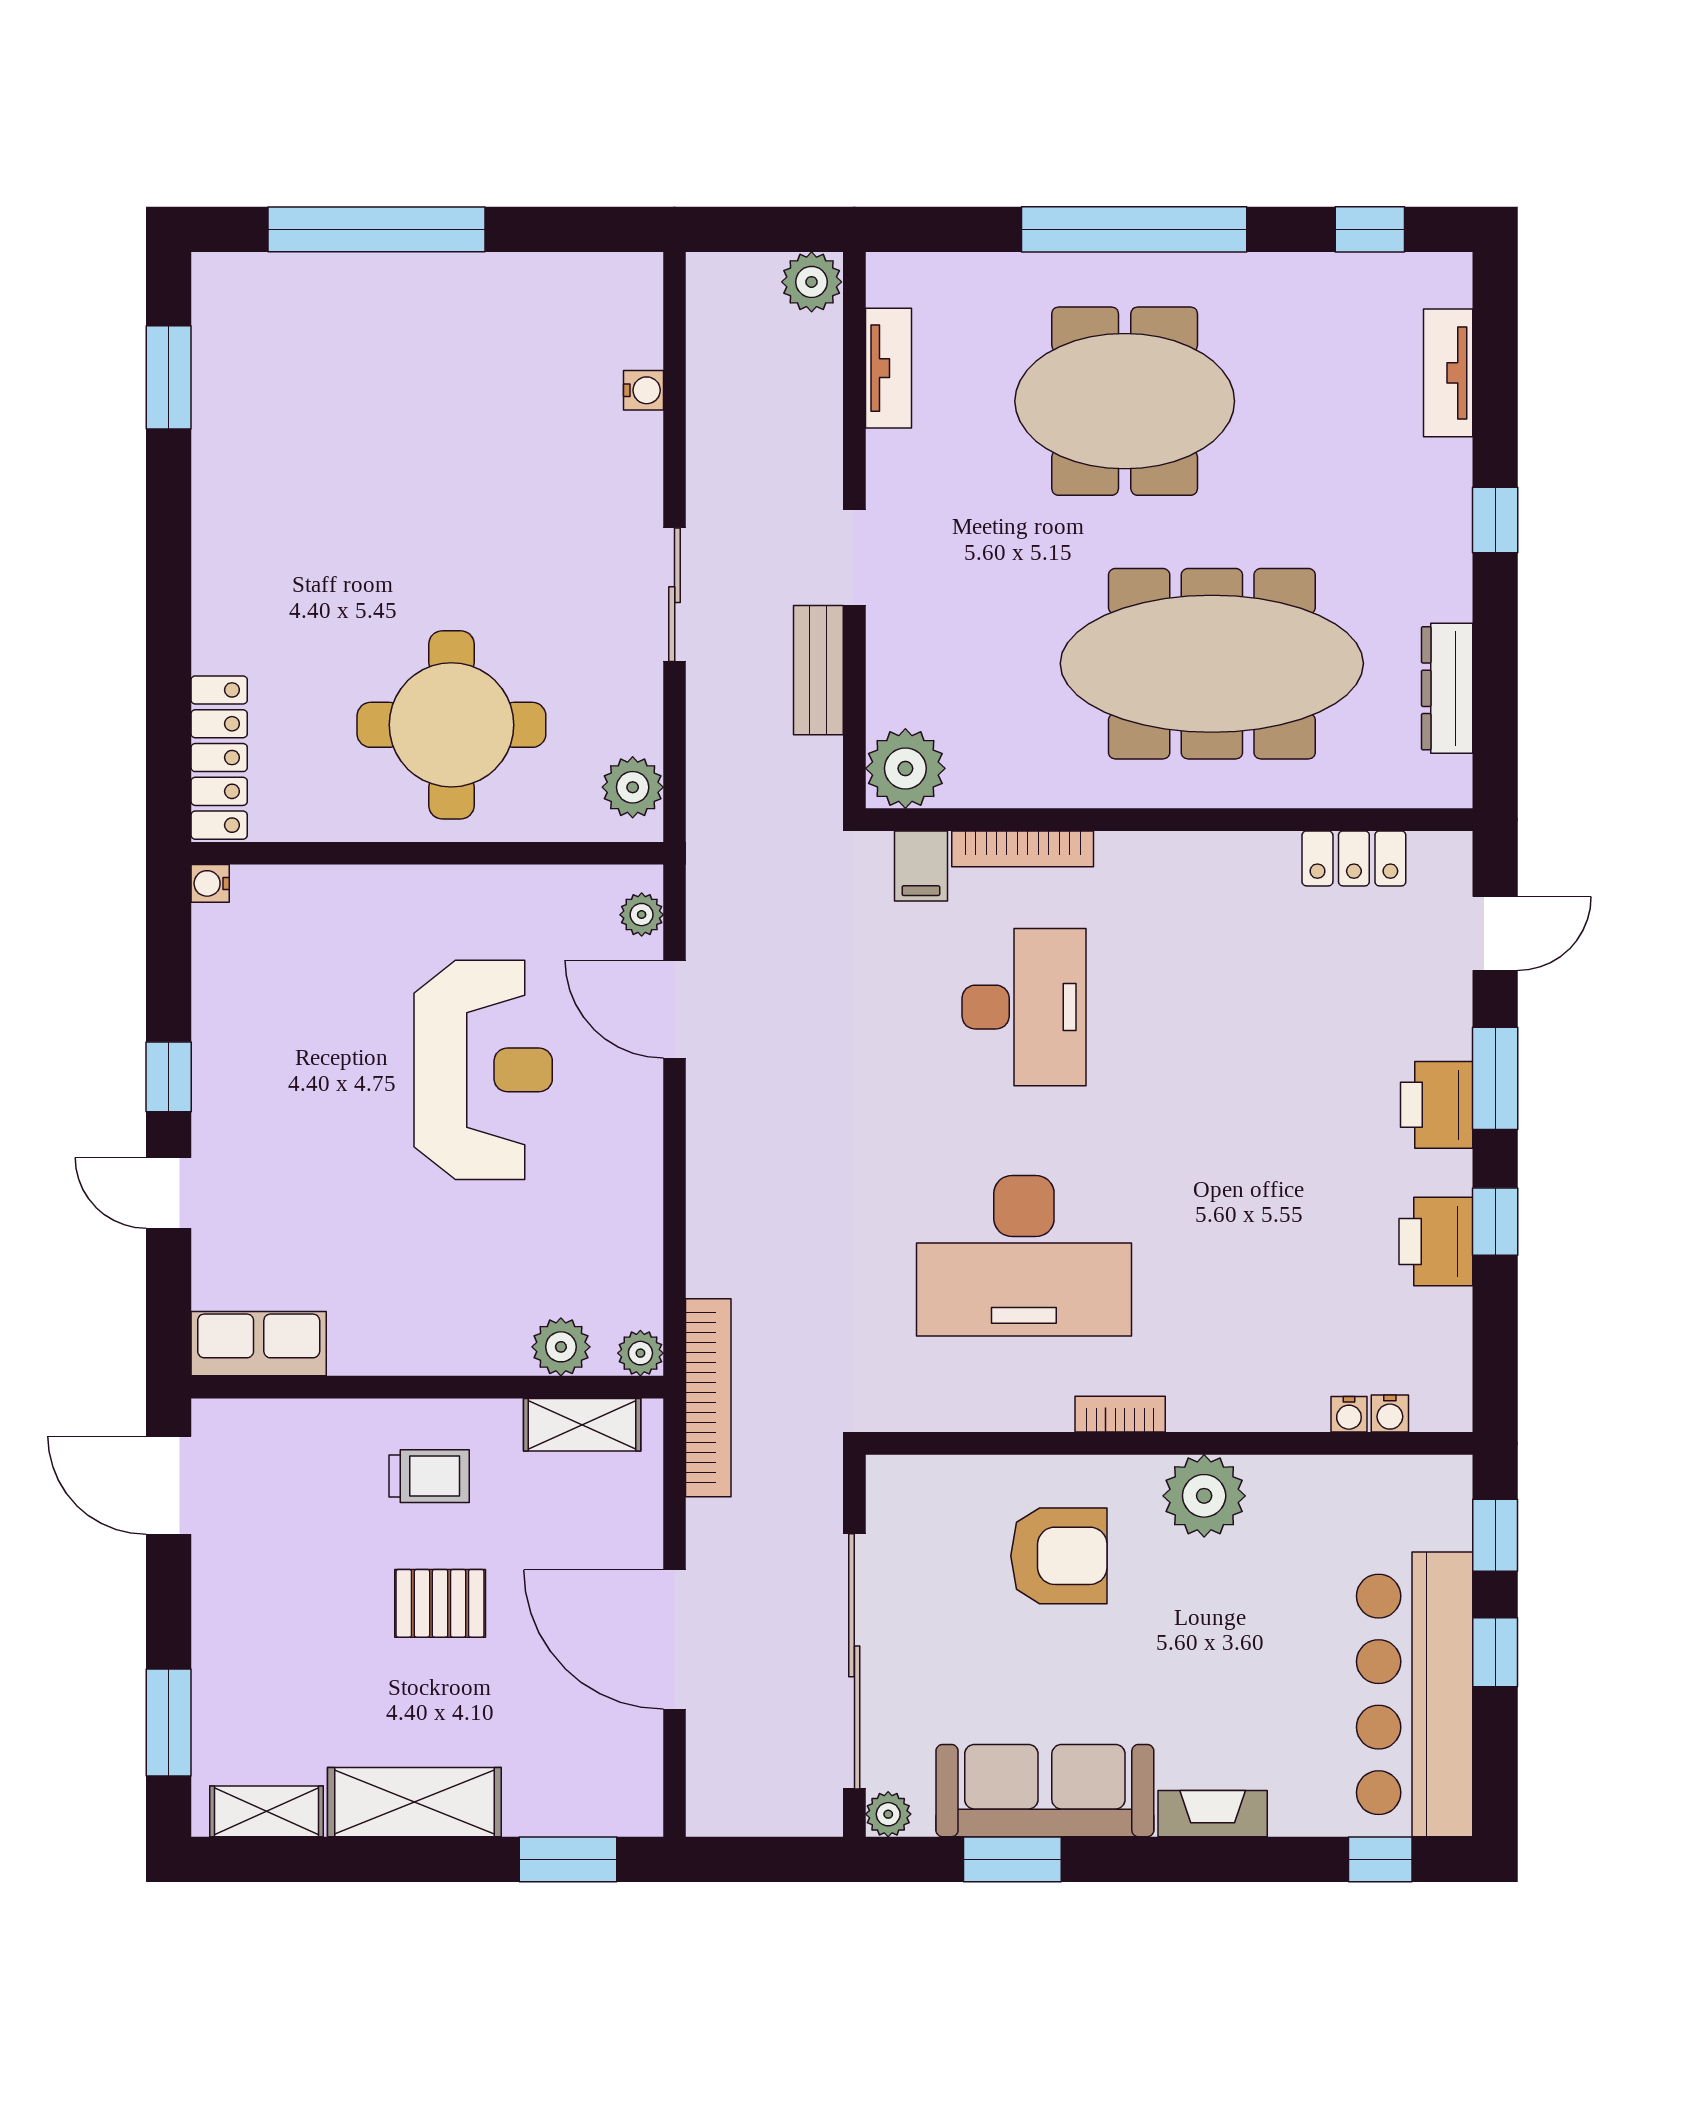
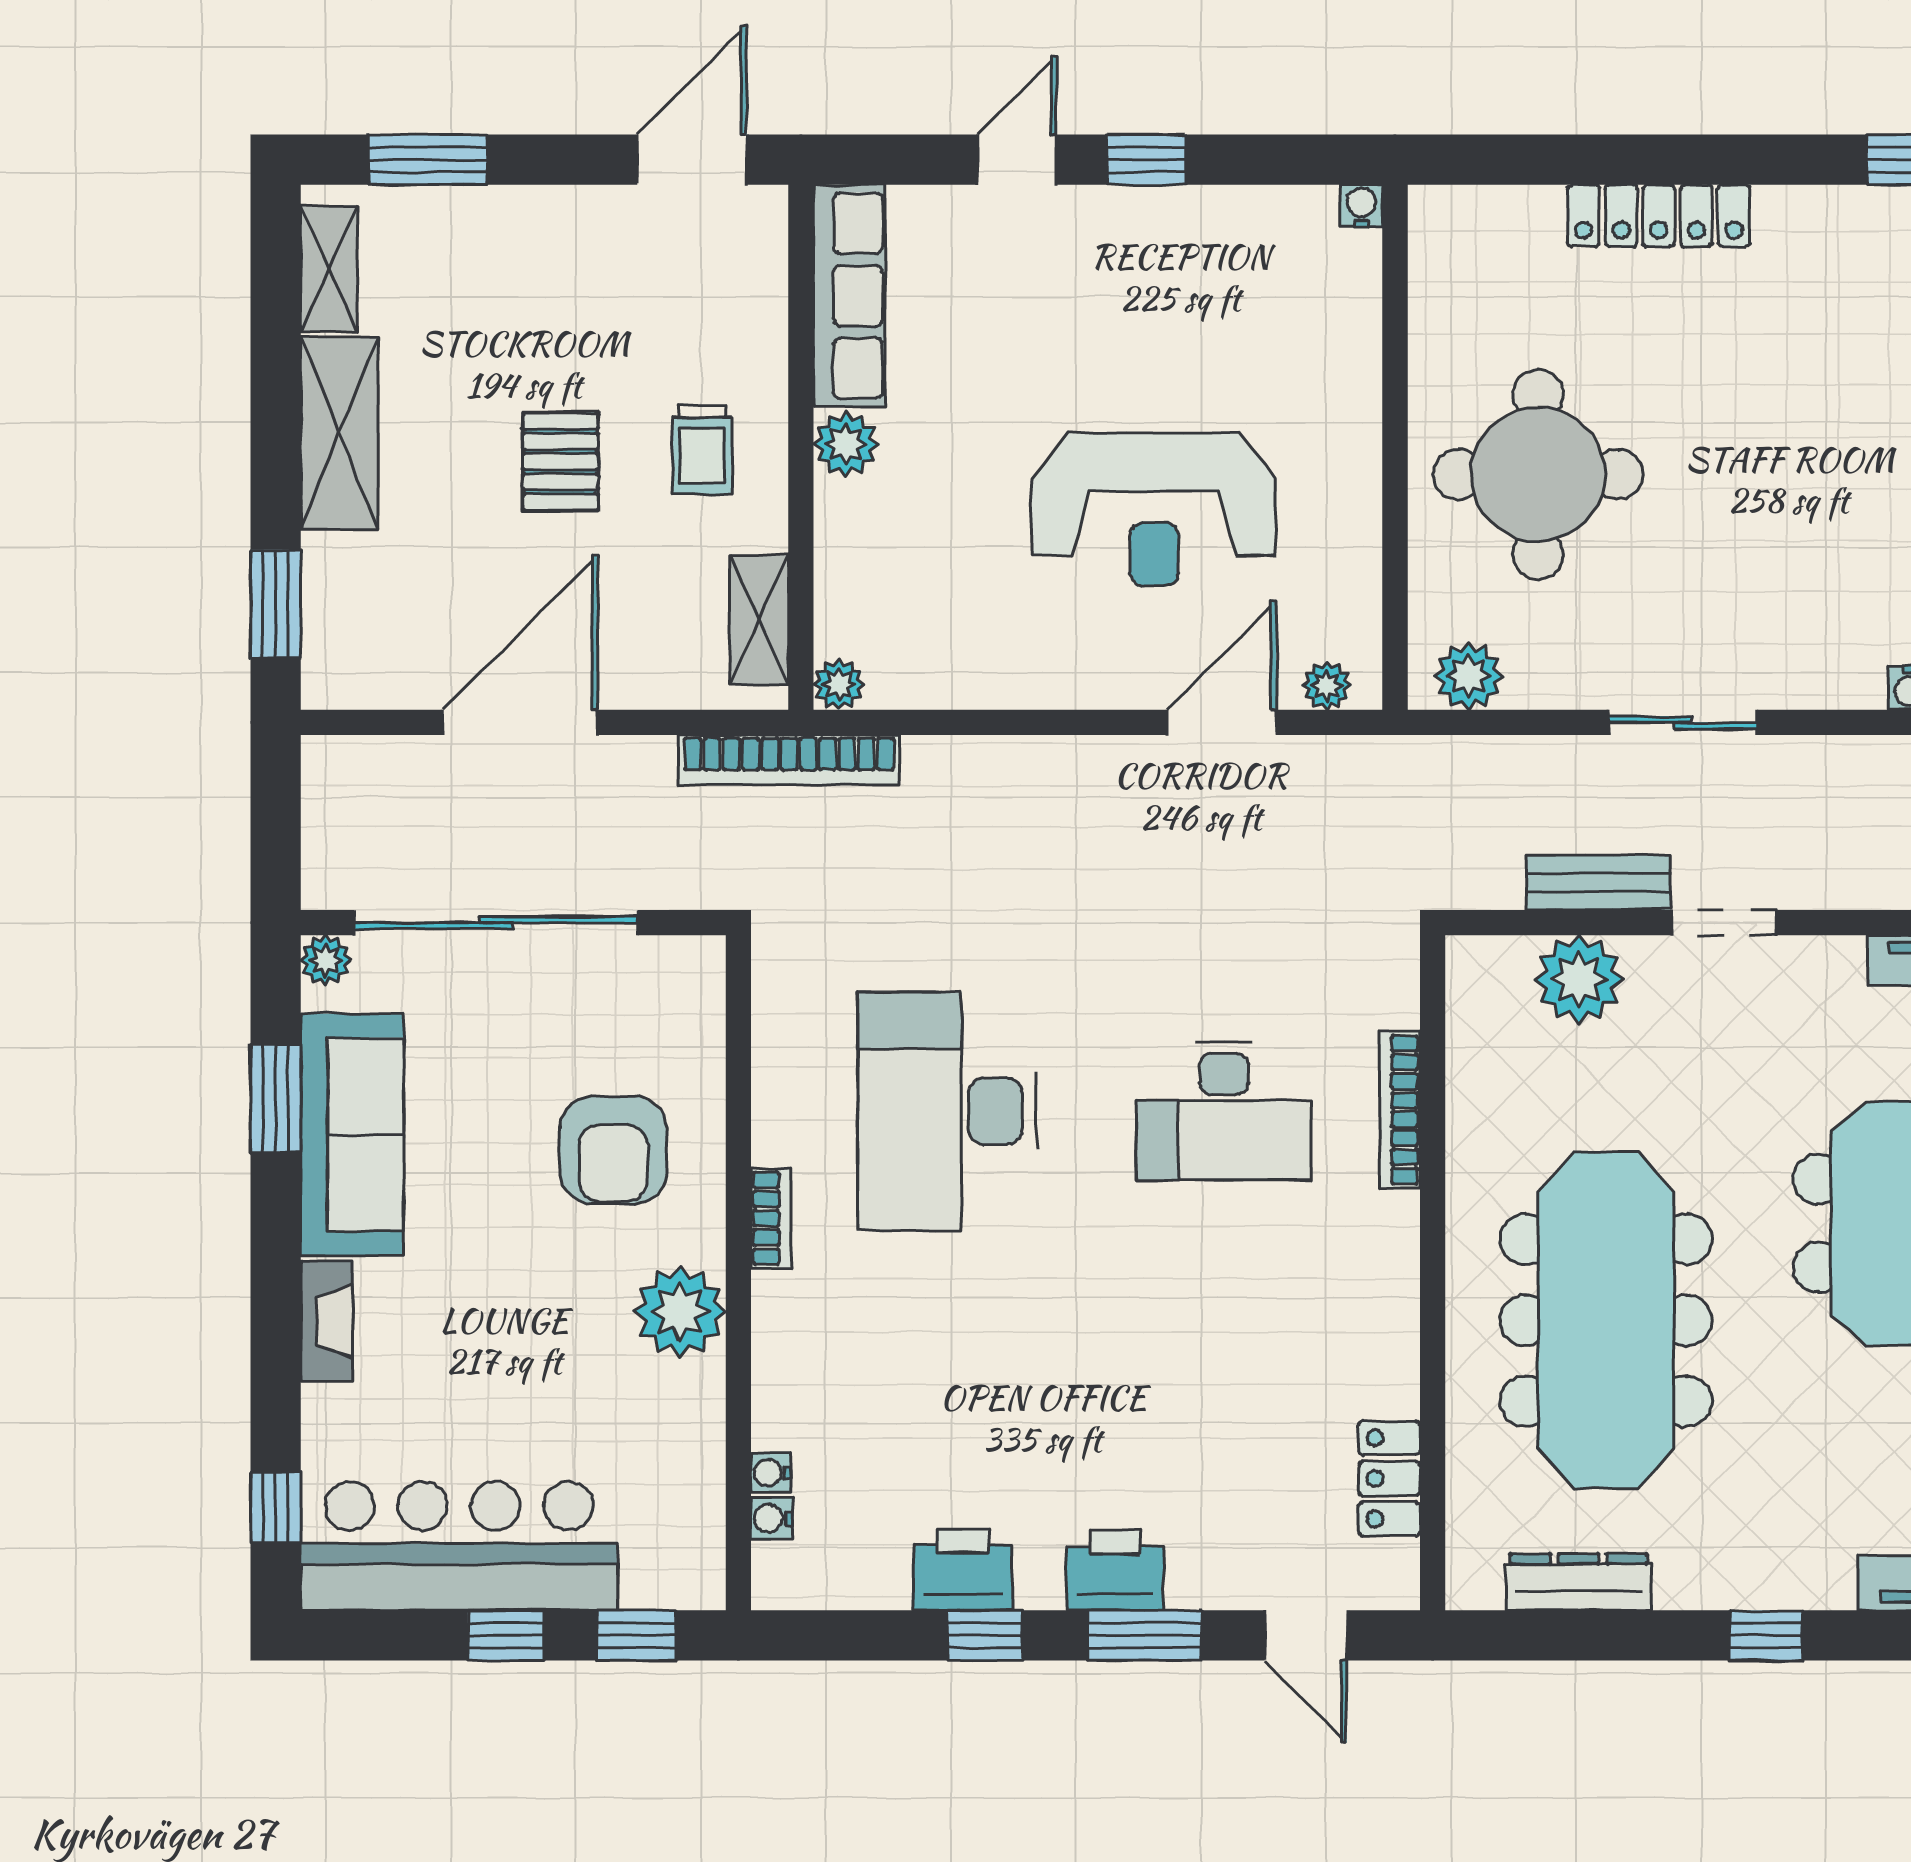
locker: (219, 758) -> (1659, 216), moved
plant: (905, 768) -> (1579, 979), moved
filing cabinet: (921, 866) -> (1381, 997), removed
row of seats: (259, 1344) -> (849, 296), width x1.48
plant: (561, 1347) -> (846, 444), moved

